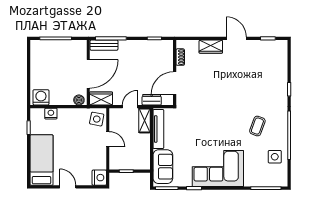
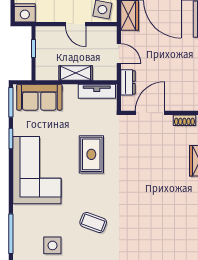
door: (175, 83) -> (150, 113), hinge flipped
shelving: (145, 120) -> (76, 73), moved
rug: (206, 127) -> (91, 154), added
tv unit: (158, 129) -> (97, 91), width x0.71
door: (108, 139) -> (76, 24), hinge flipped

